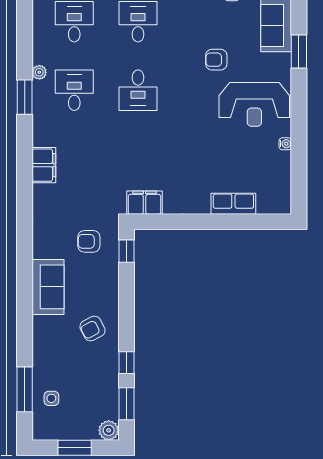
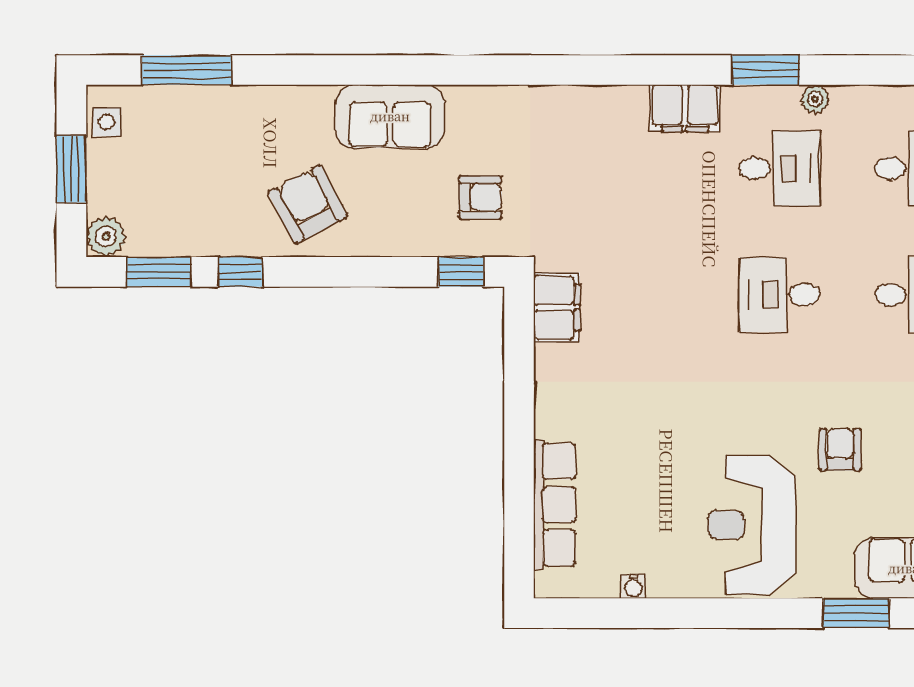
water cooler: (285, 144) -> (633, 586), moved
filing cabinet: (44, 165) -> (685, 108), moved
row of seats: (233, 204) -> (555, 505), width x1.48
armchair: (89, 241) -> (480, 197), turned 90
armchair: (92, 328) -> (308, 204), width x1.38, depth x1.38
side table: (51, 398) -> (107, 122), moved

